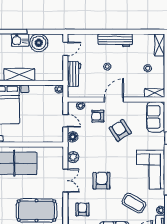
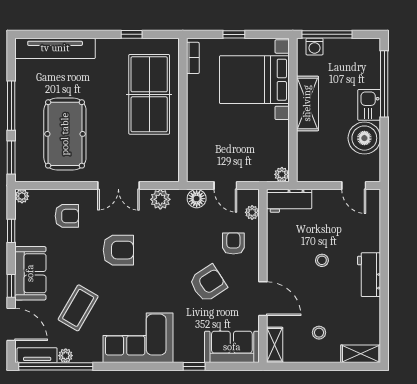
workbench: (115, 40) -> (369, 275), width x0.73
workbench: (74, 74) -> (289, 201), moved
door: (114, 100) -> (263, 299), moved
door: (65, 121) -> (225, 186), hinge flipped

